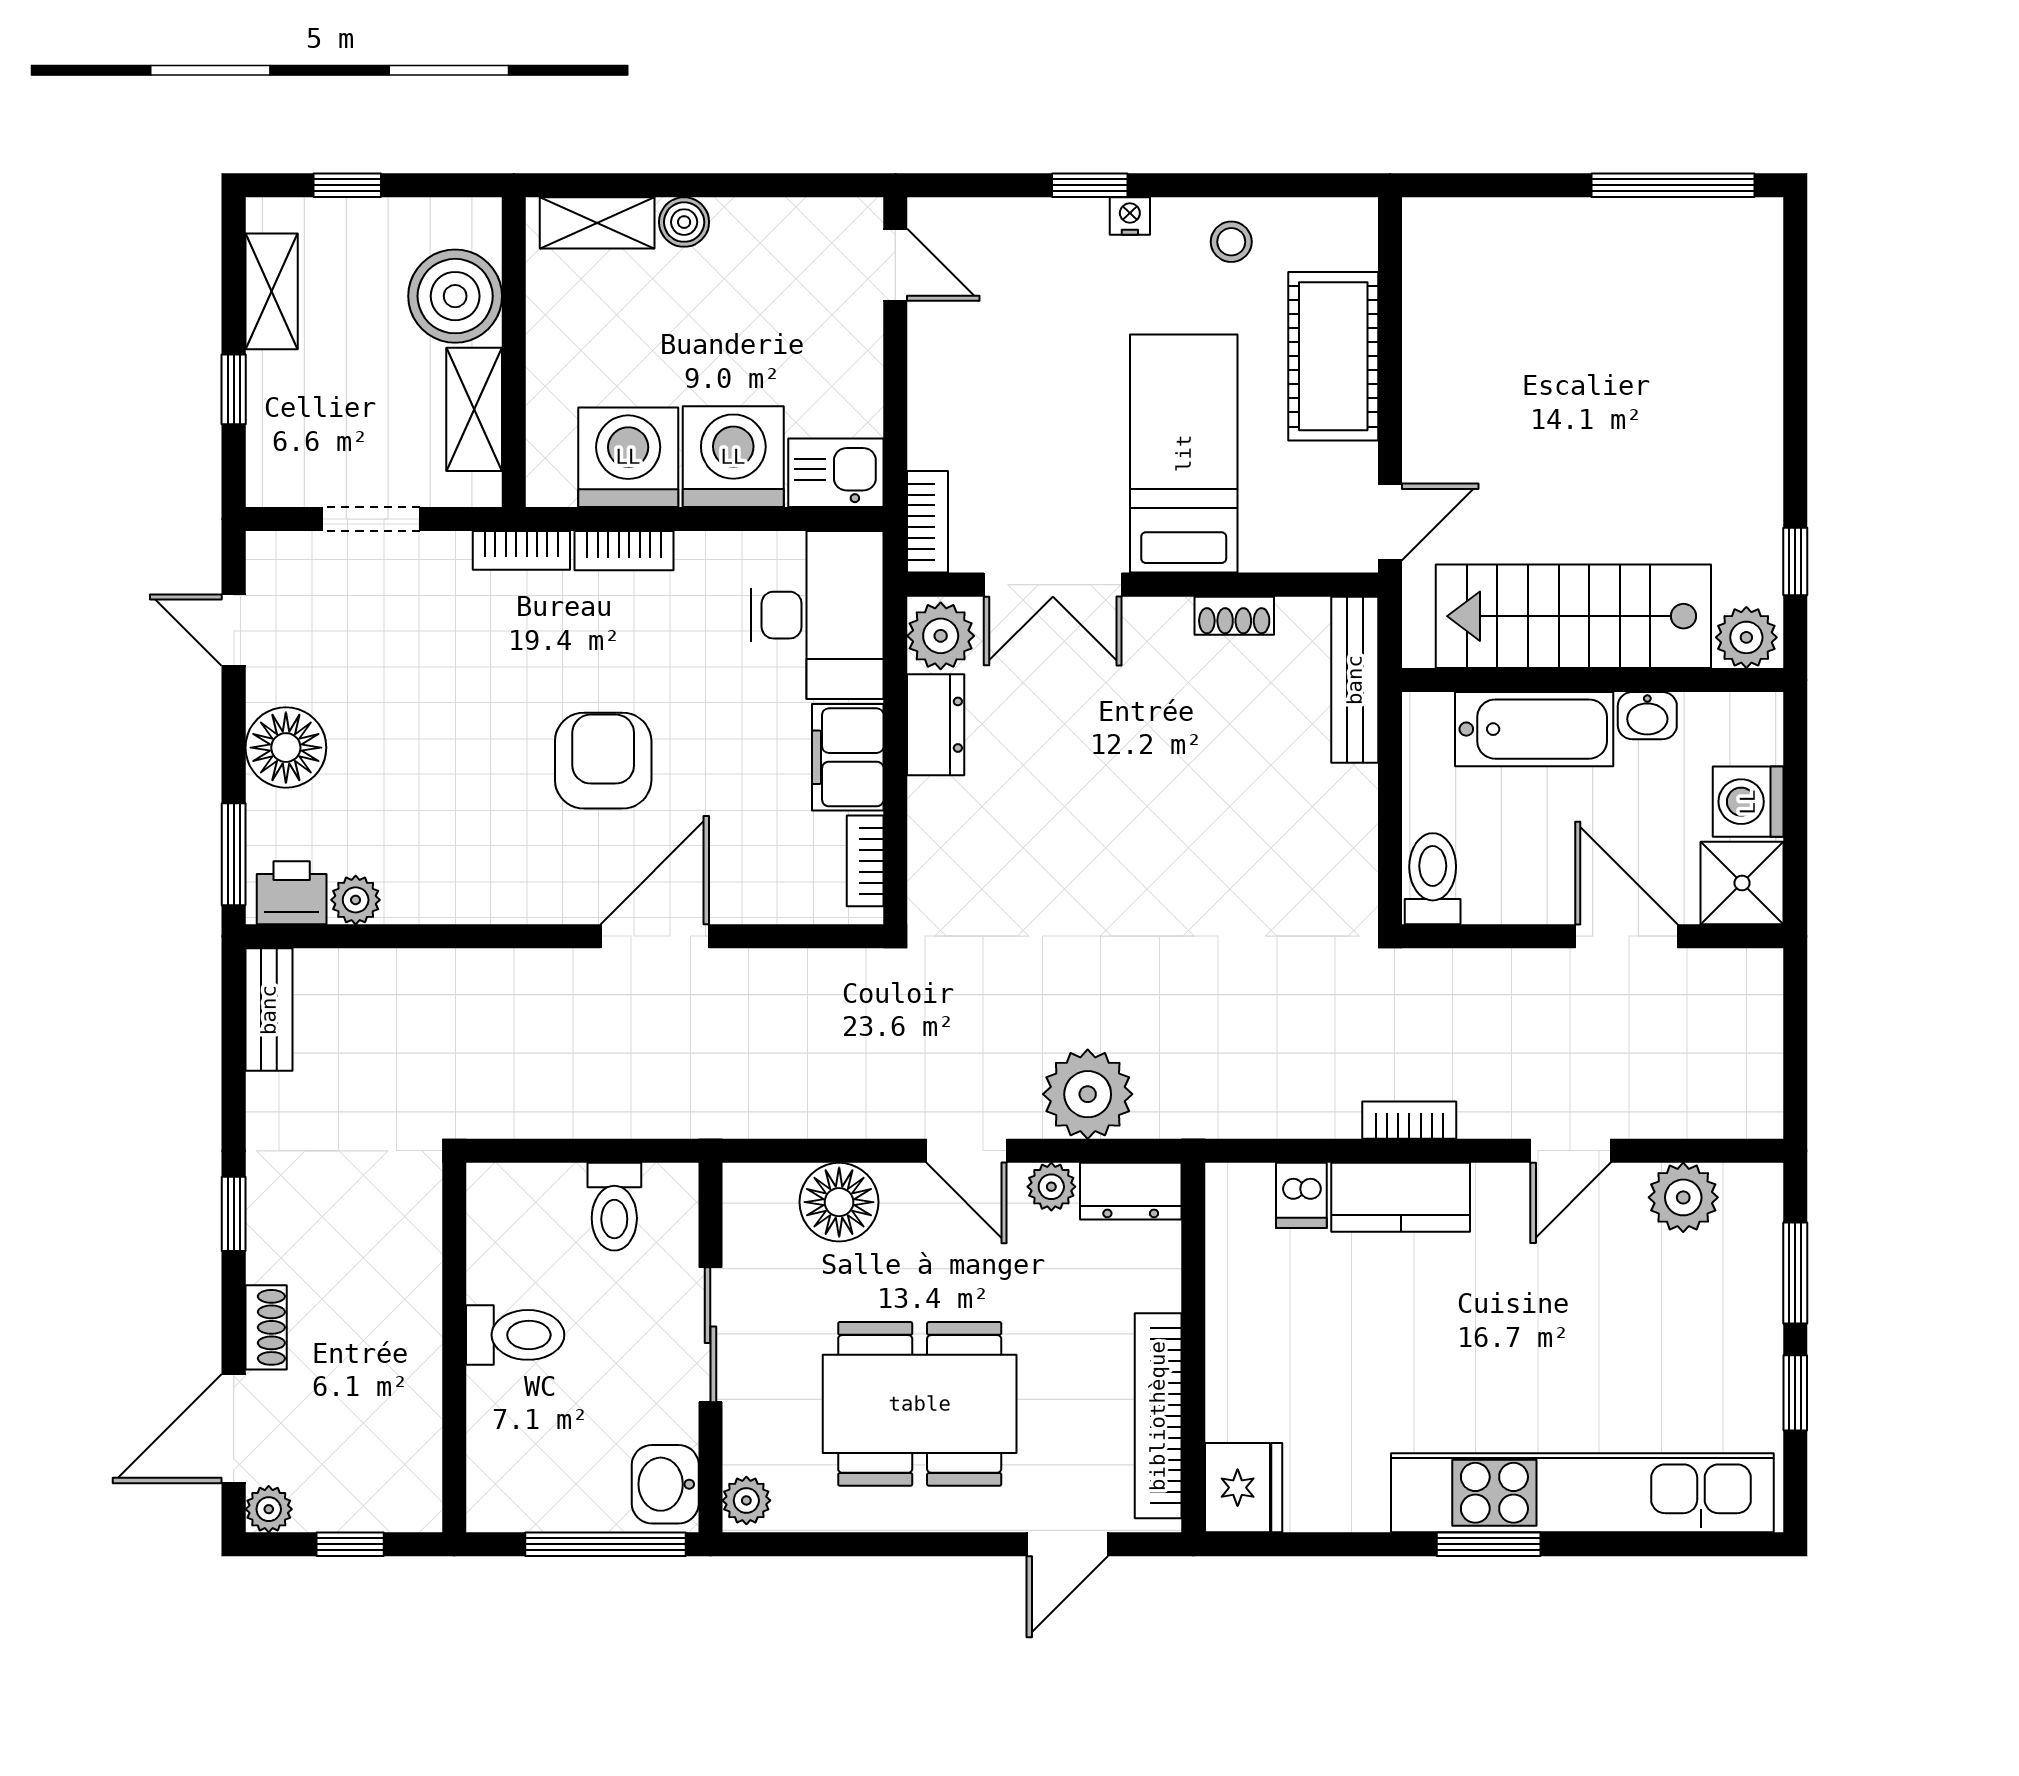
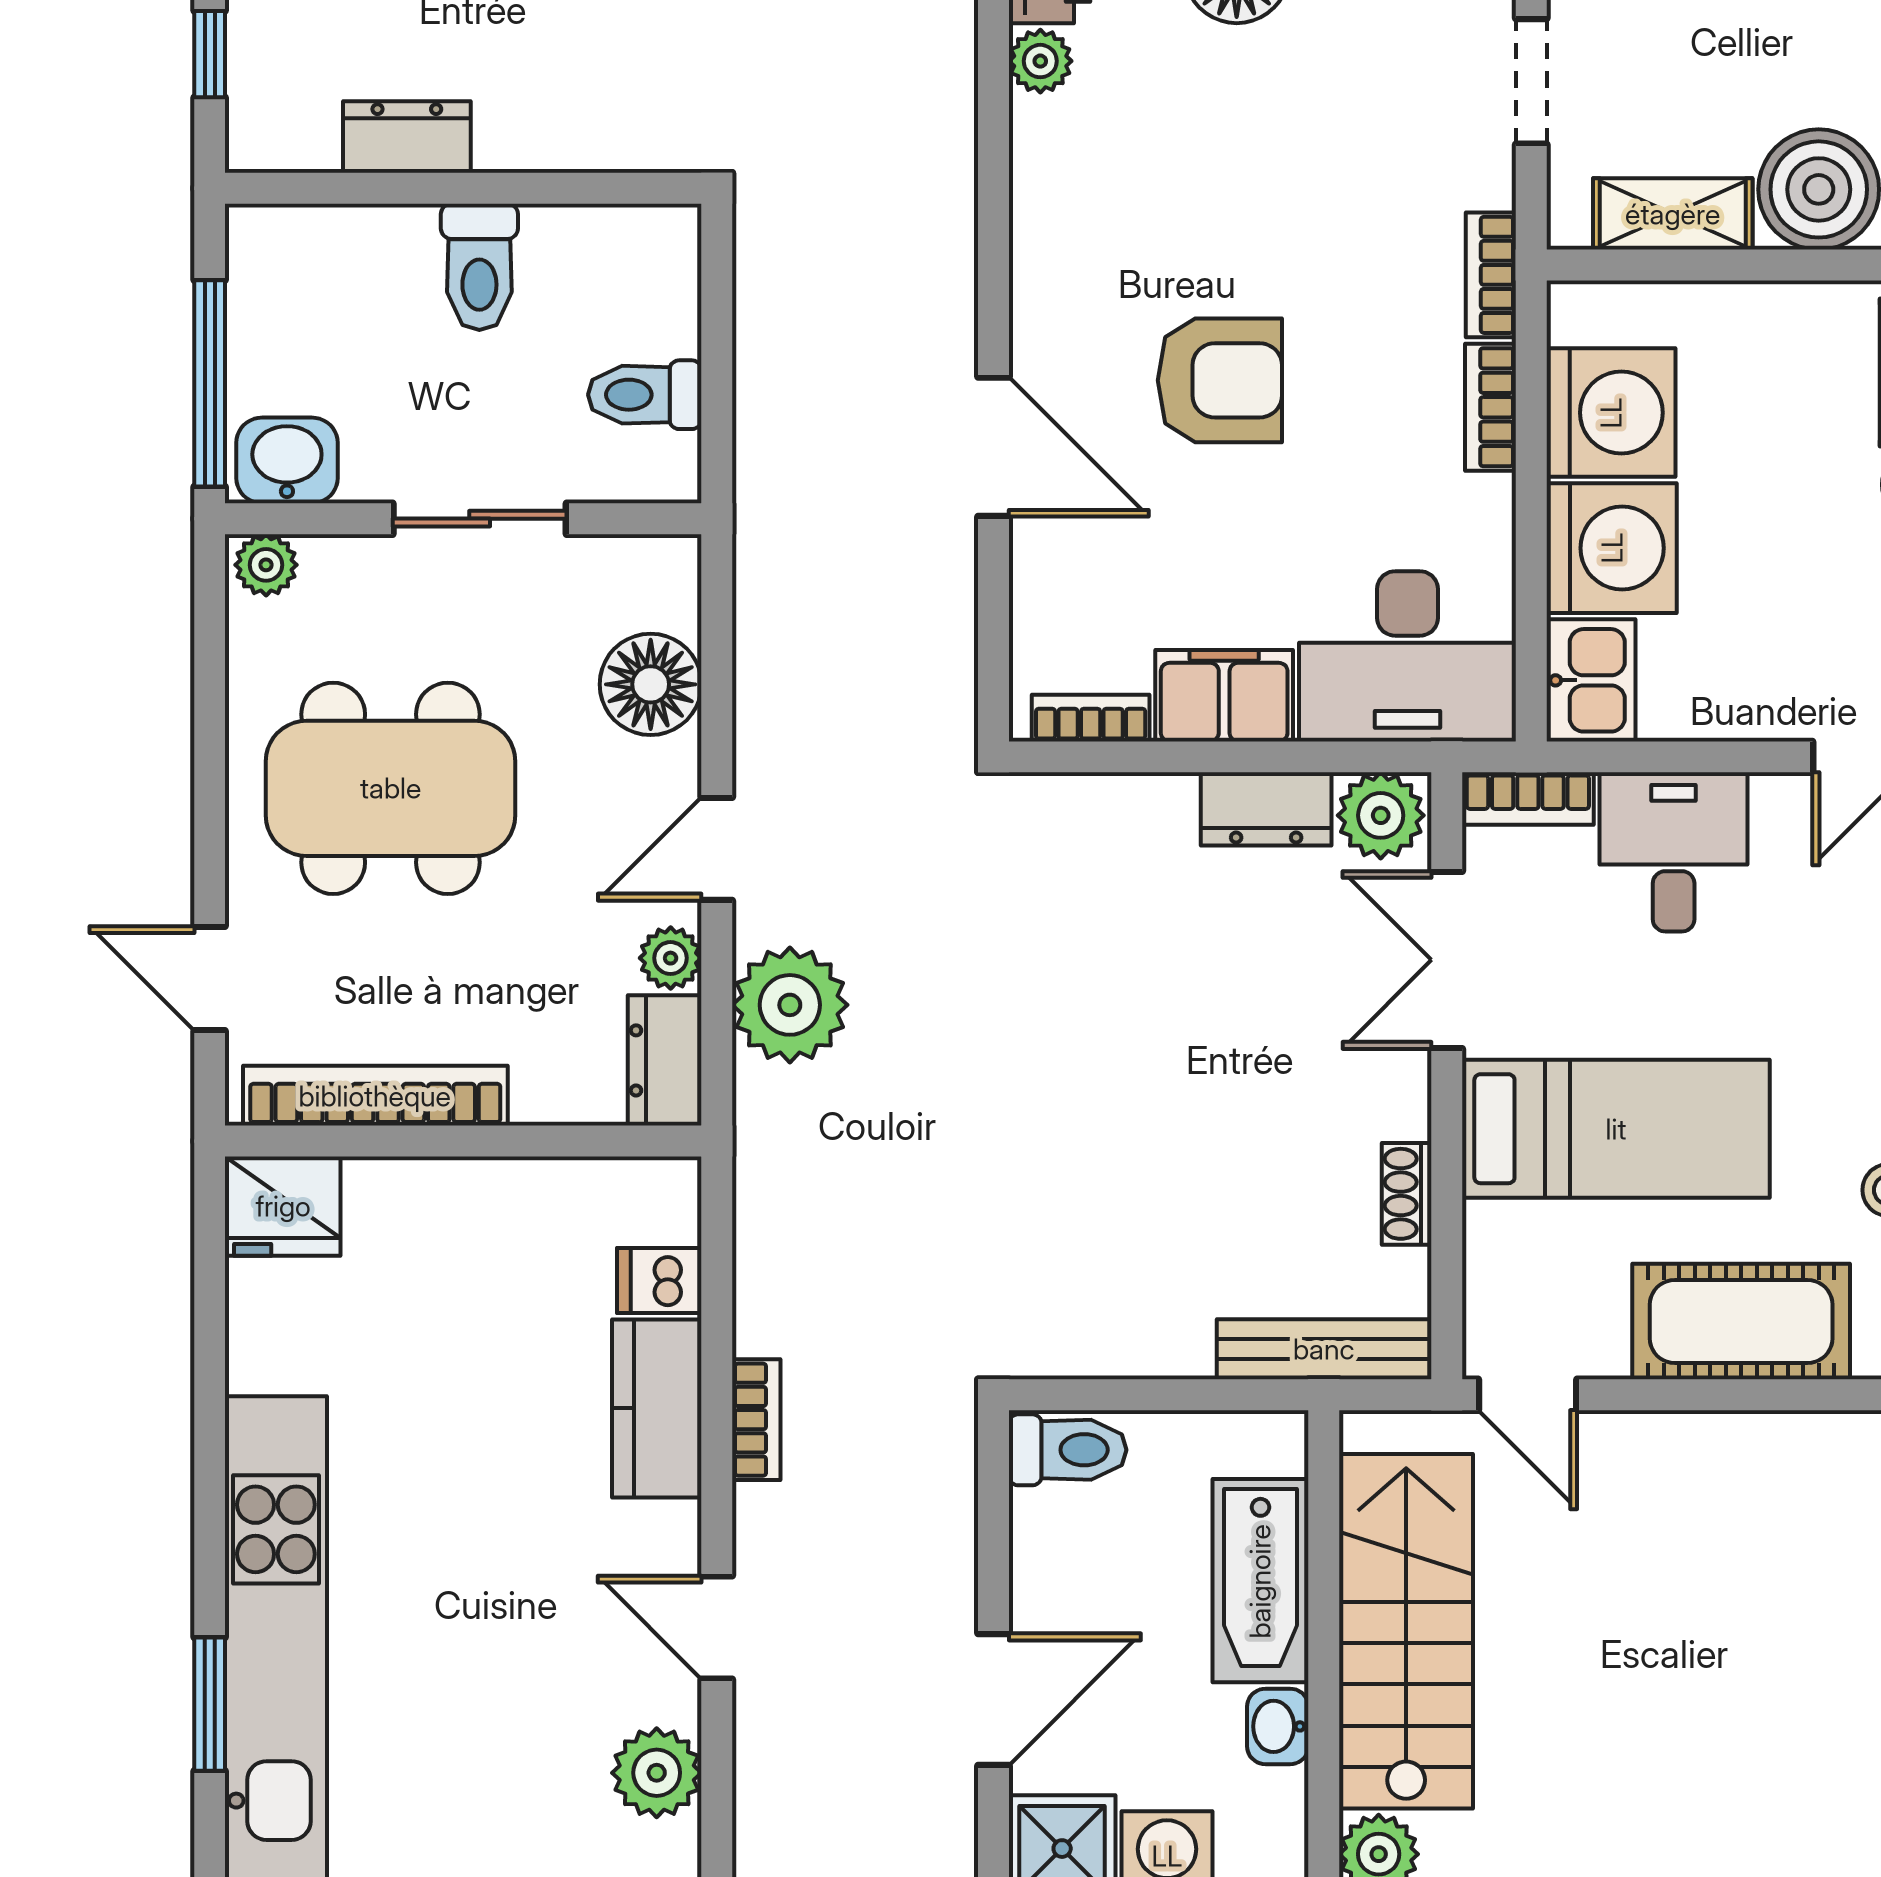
desk: (969, 409) -> (1674, 852), added
dresser: (414, 1391) -> (407, 137), added
dining table: (920, 1404) -> (391, 788), turned 90
window: (1489, 1544) -> (210, 1704), moved

